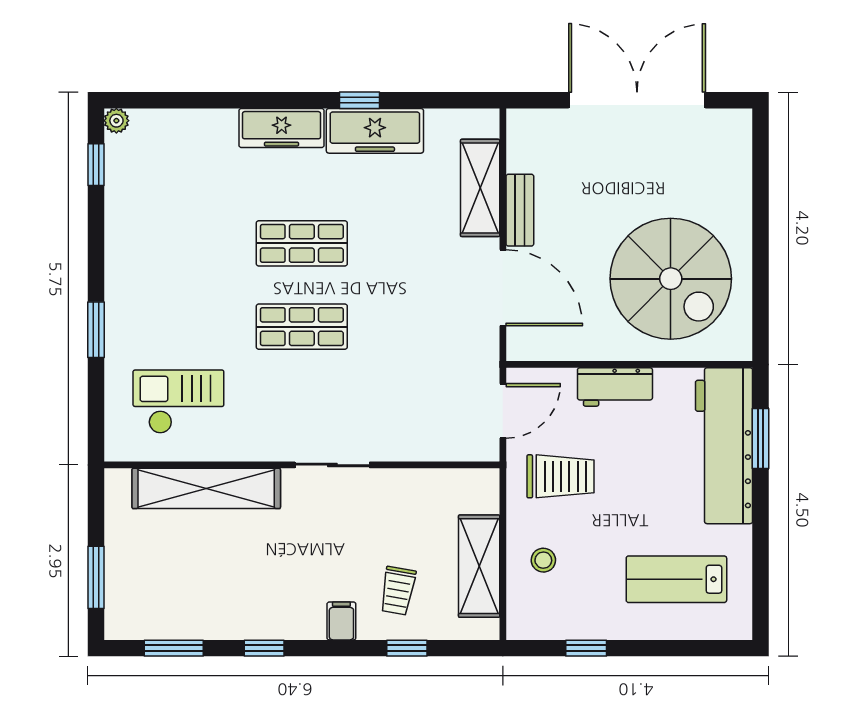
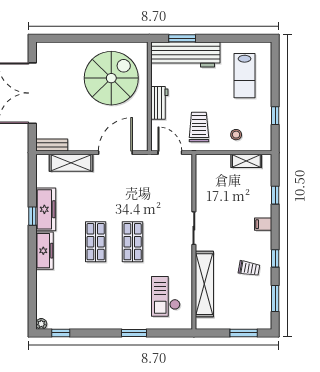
bench: (520, 210) -> (52, 145), moved
shelving: (479, 566) -> (246, 161), width x0.67, depth x0.75
trolley: (398, 591) -> (249, 268), moved

